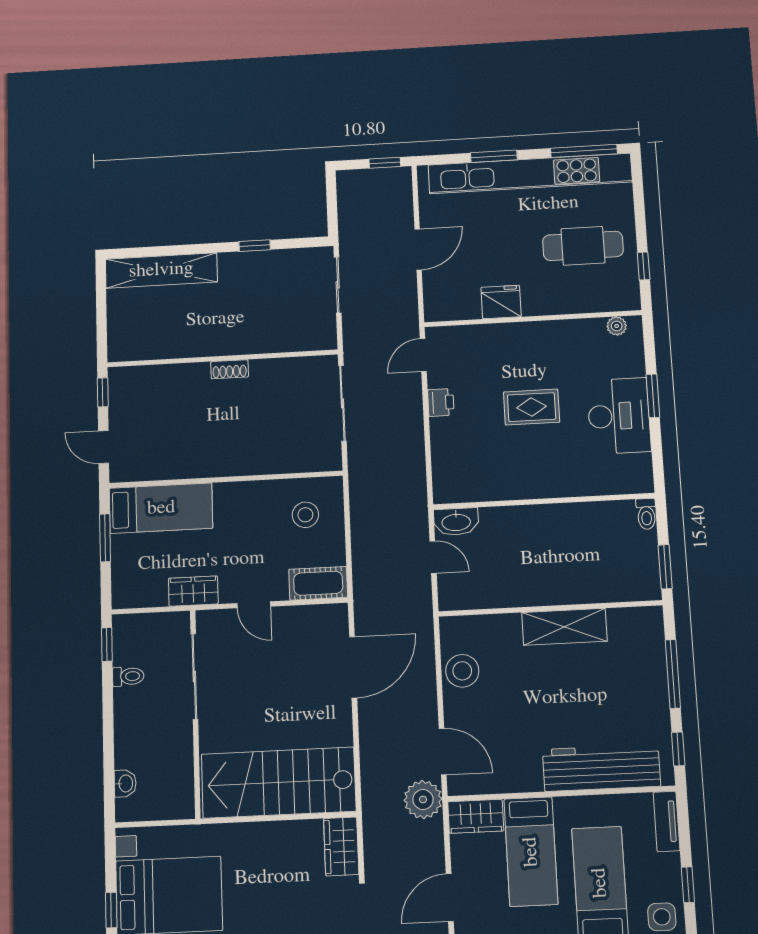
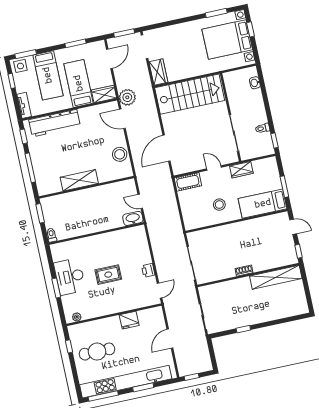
shelving: (161, 270) -> (276, 277), moved
stool: (305, 515) -> (219, 205), moved

